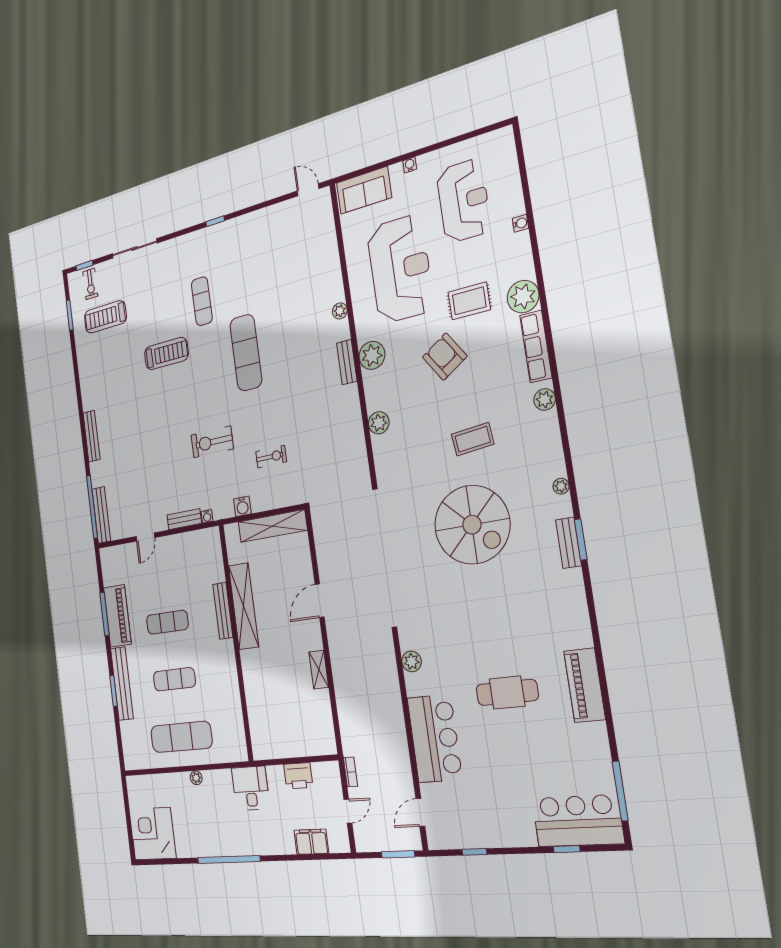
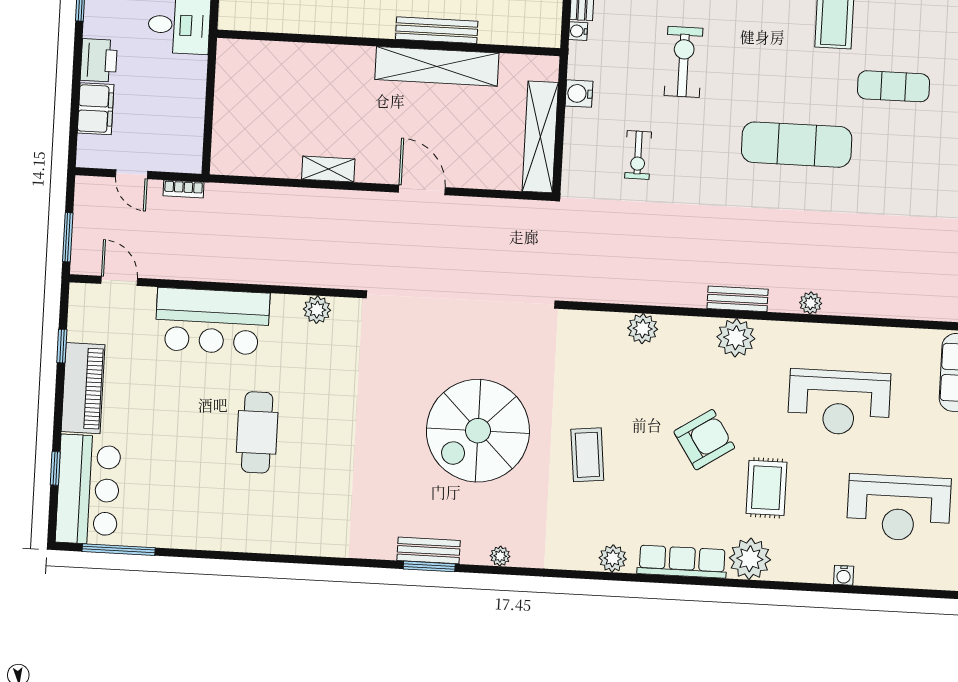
reception desk: (400, 269) -> (839, 402), width x0.74, depth x0.77
piano: (585, 685) -> (83, 388), moved, turned 90
printer: (298, 776) -> (99, 60), moved, turned 180

